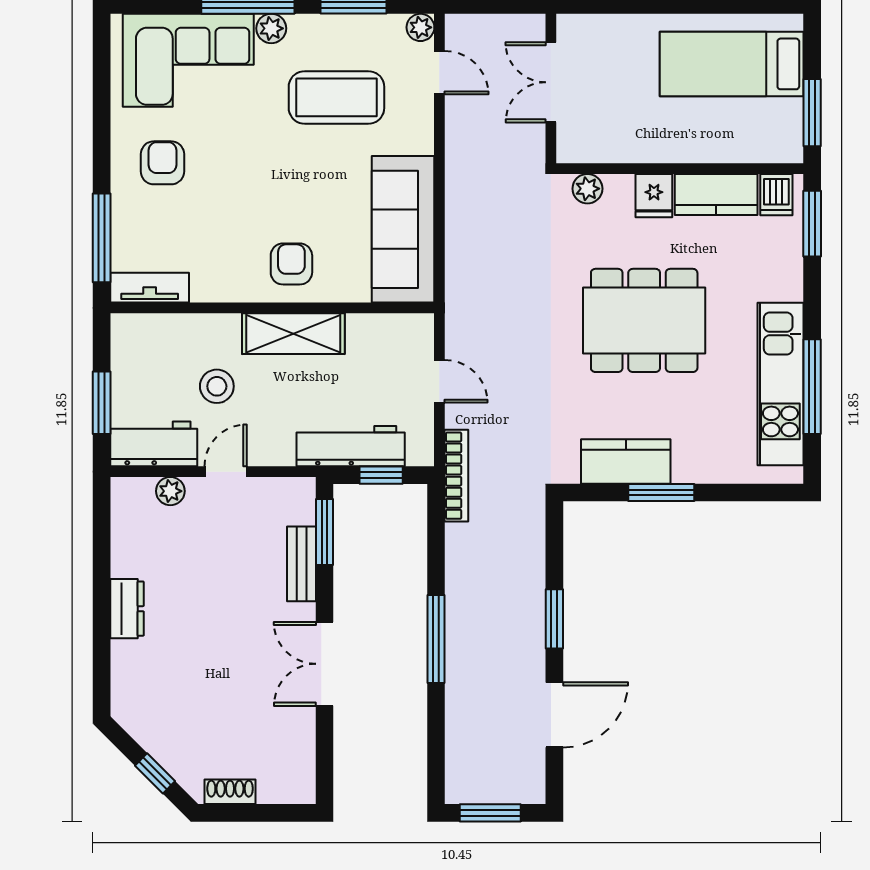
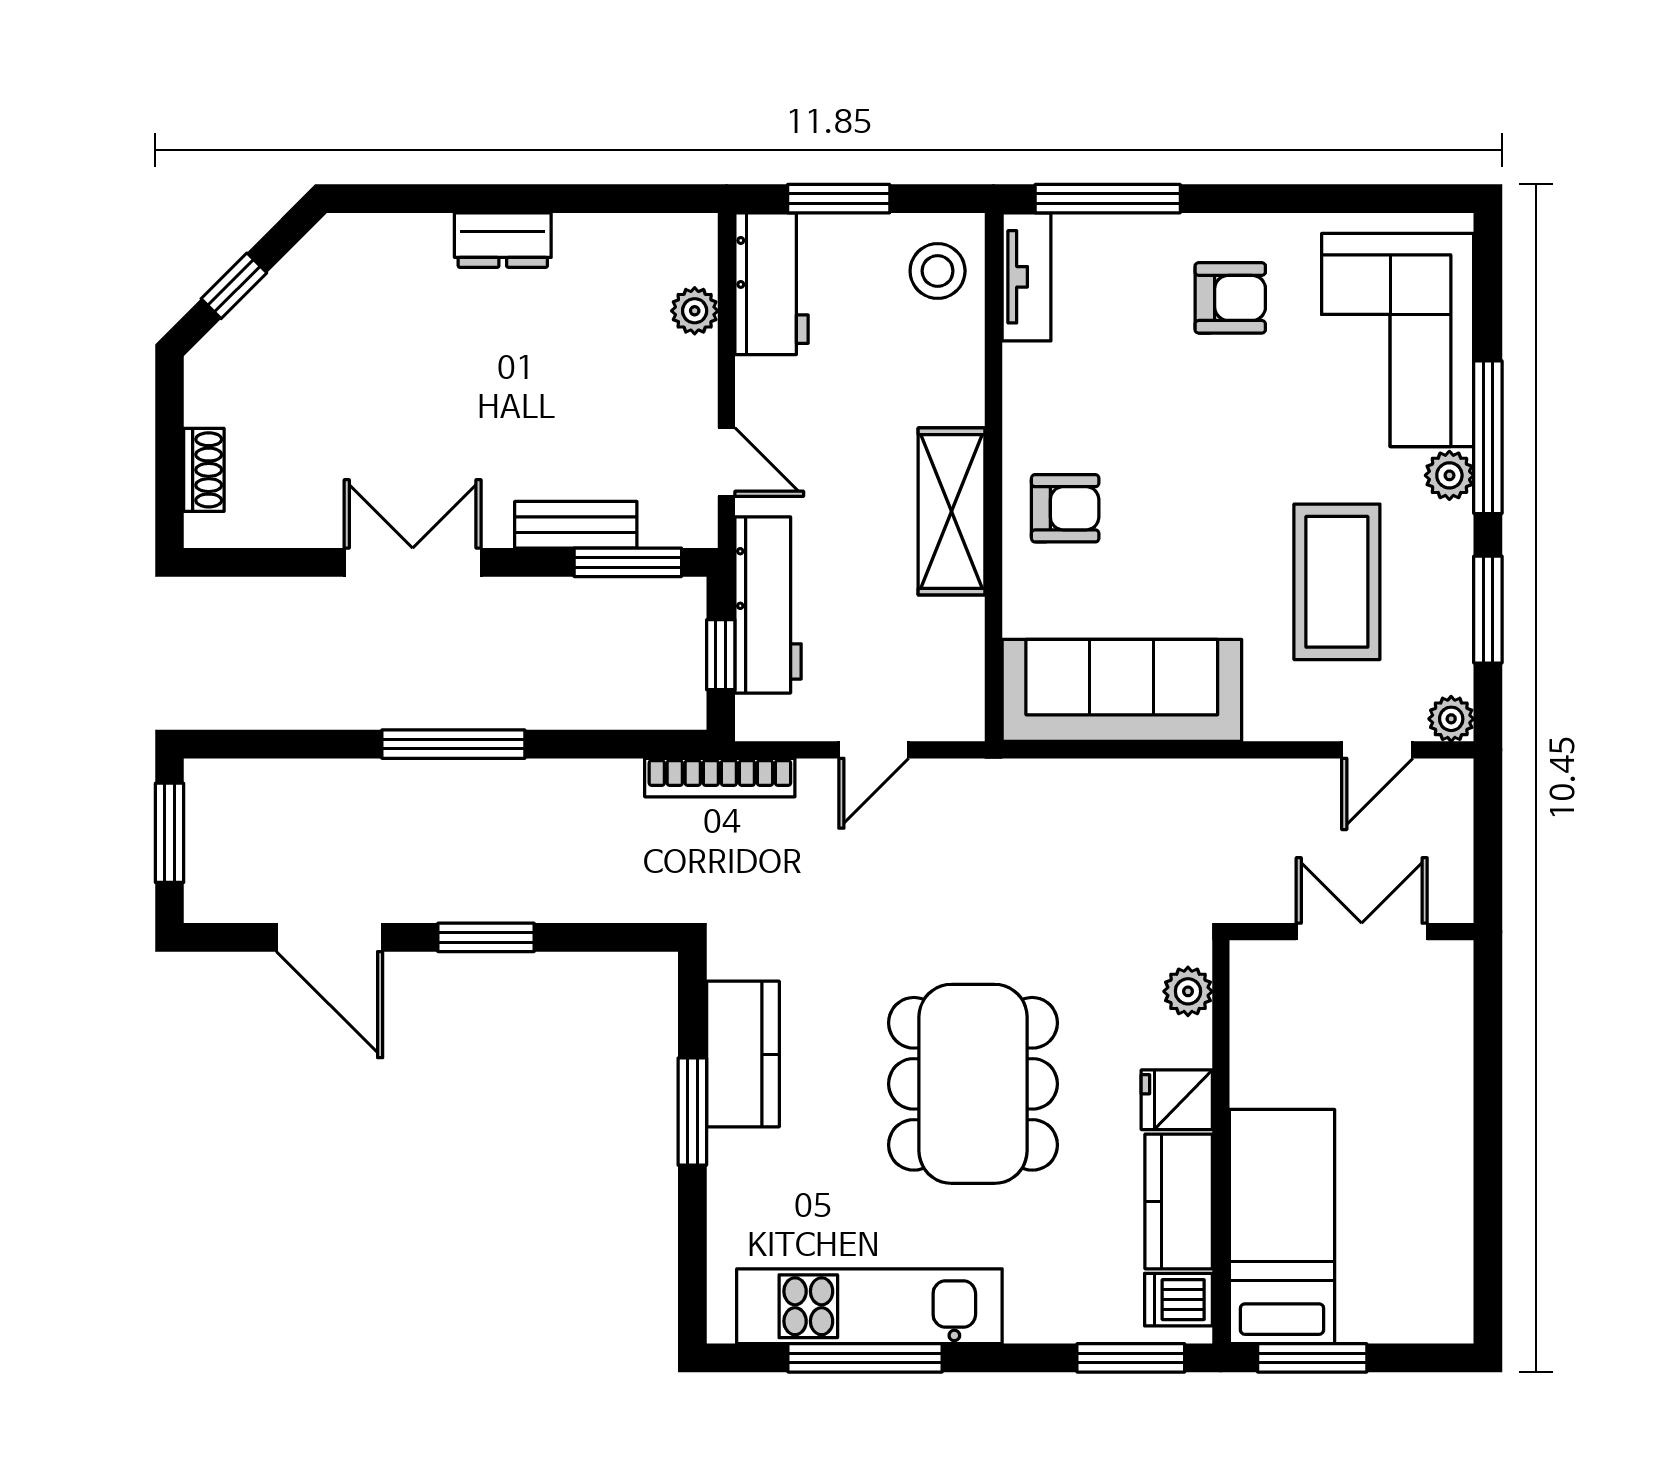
bed: (732, 64) -> (1282, 1227), moved
stool: (217, 386) -> (938, 271), moved
door: (226, 472) -> (726, 462), moved
shoe rack: (230, 792) -> (204, 470), moved

